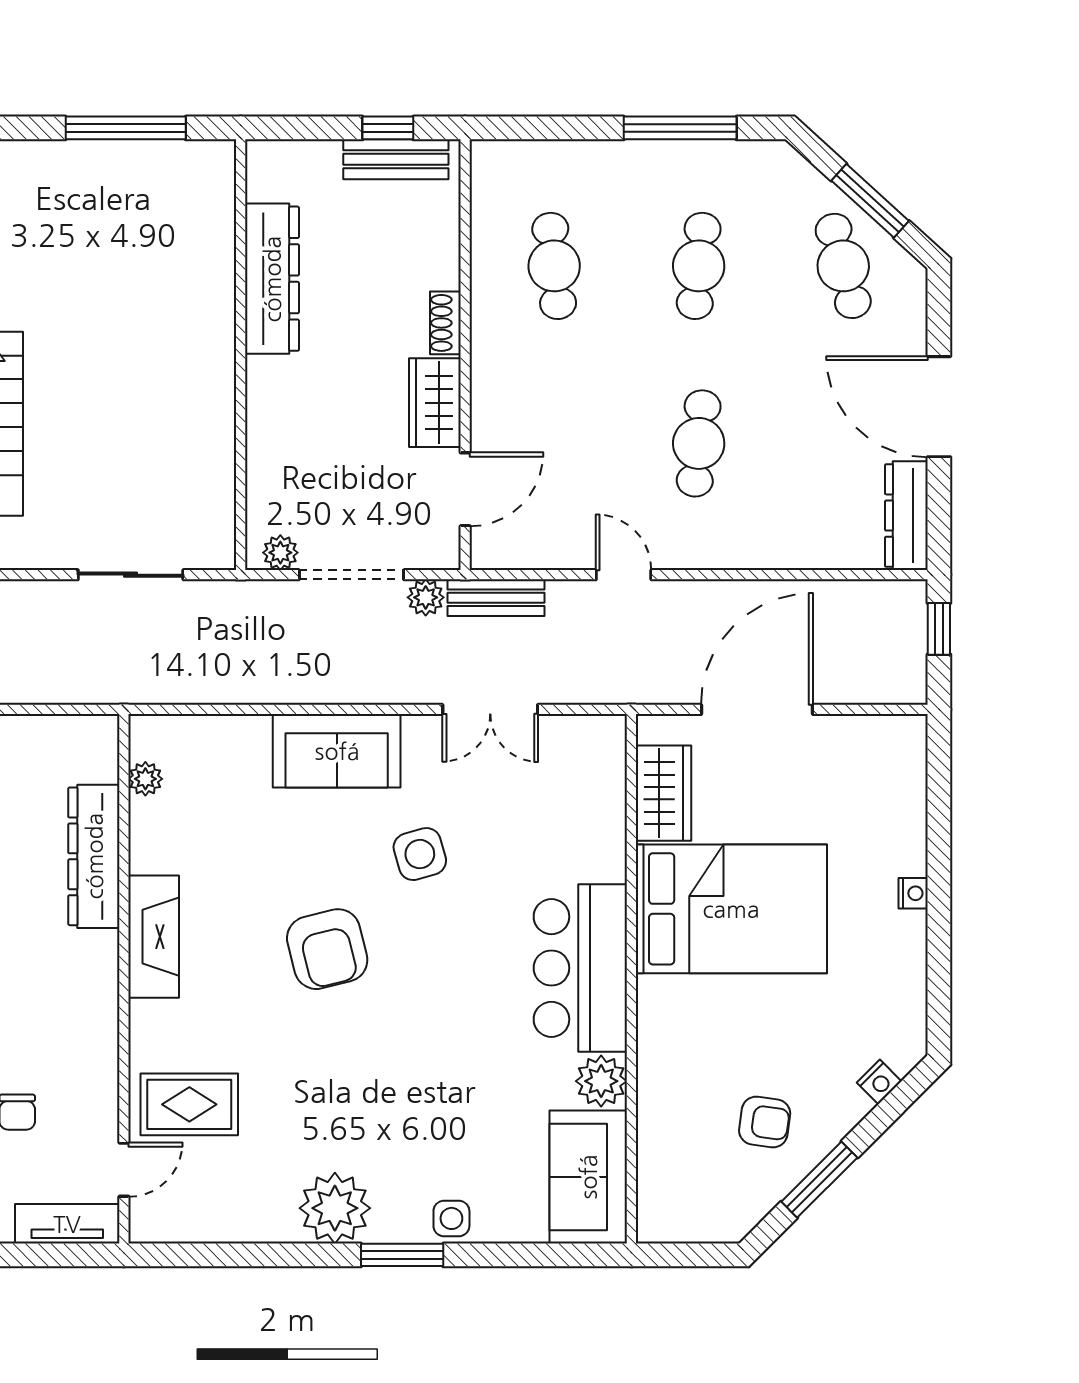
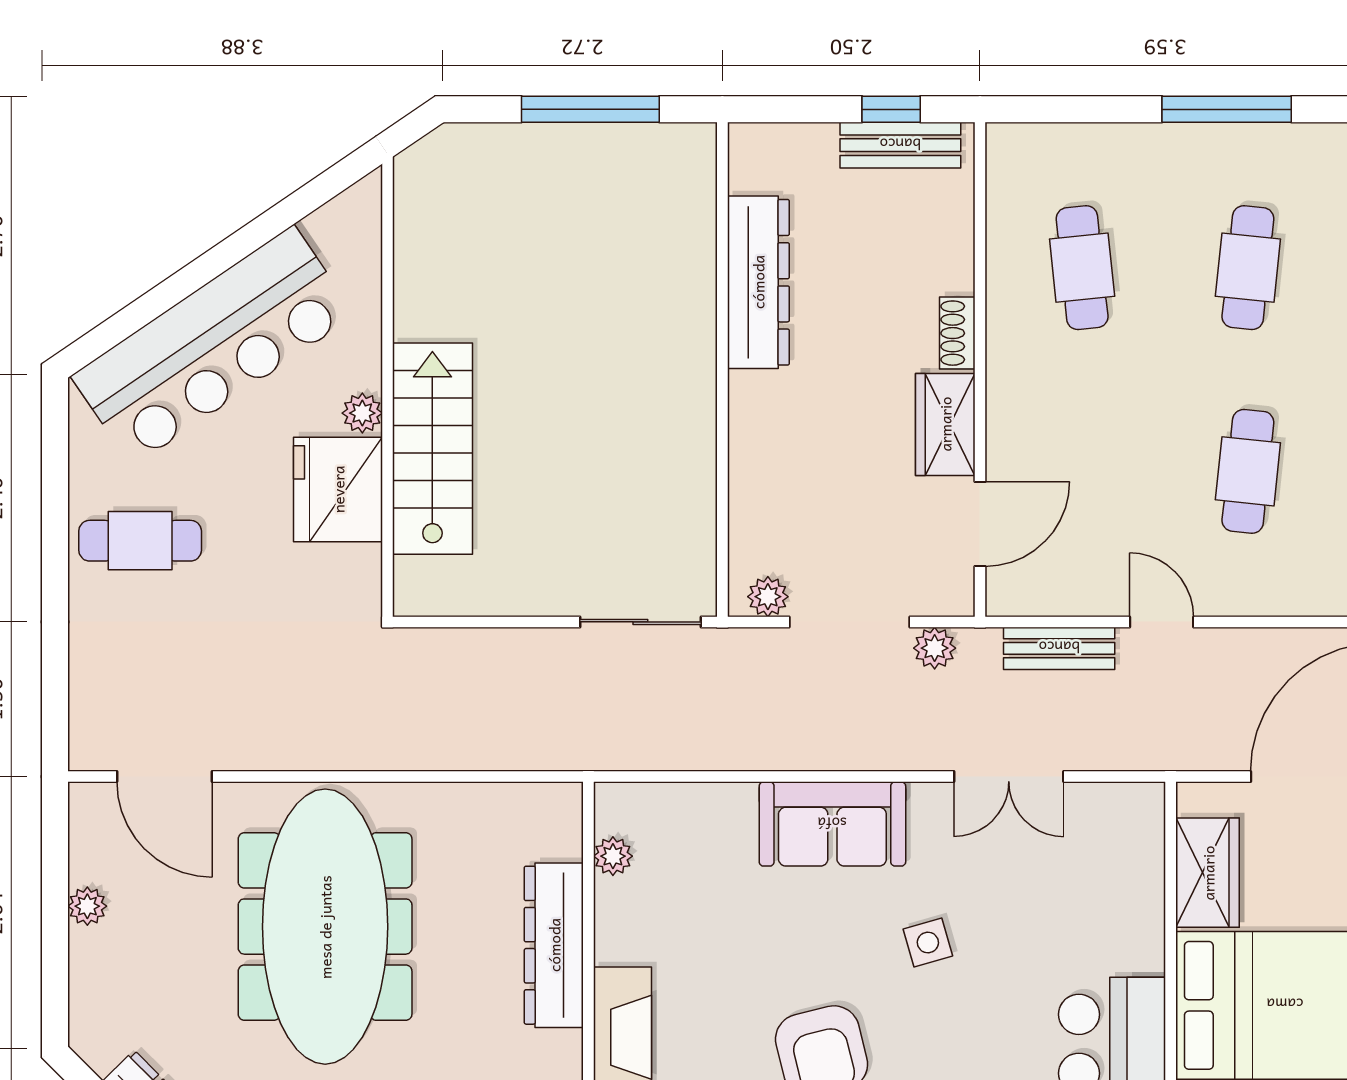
sliding door: (131, 575) -> (640, 622), moved
bench: (496, 598) -> (1059, 648), moved
side table: (420, 854) -> (928, 943), width x0.73, depth x0.73

